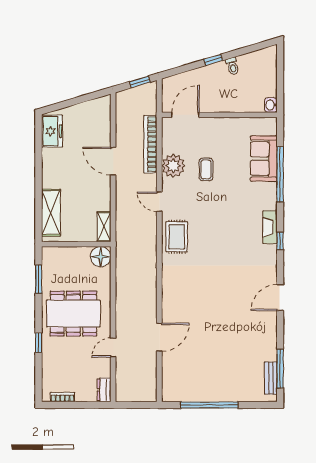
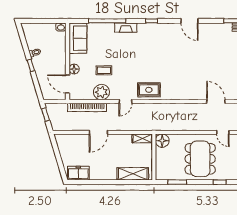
floor lamp: (208, 125) -> (74, 69), added
sofa: (264, 159) -> (78, 38), moved, turned -90
fireplace: (270, 227) -> (126, 28), moved

